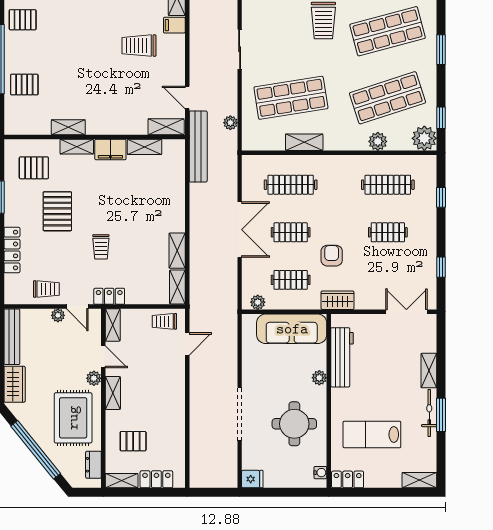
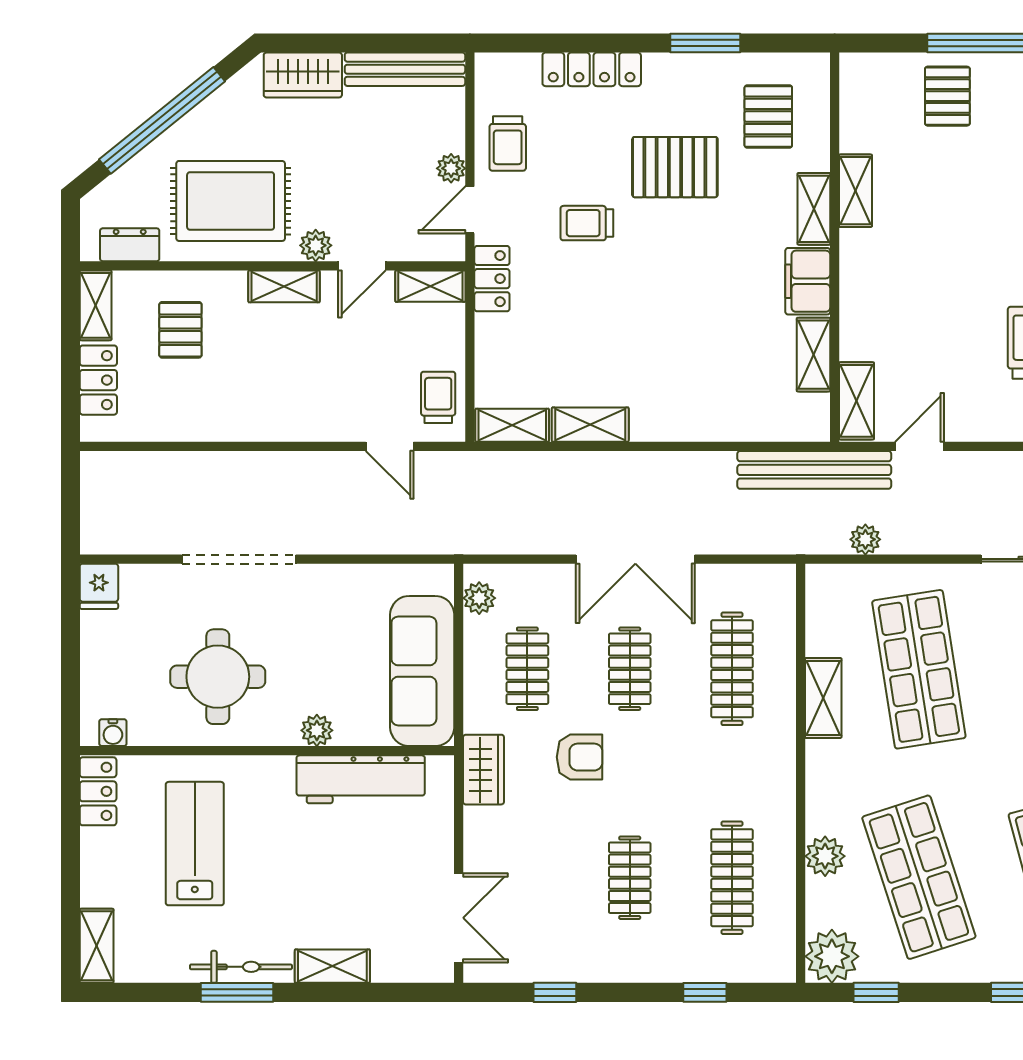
trolley: (101, 247) -> (587, 223), moved

